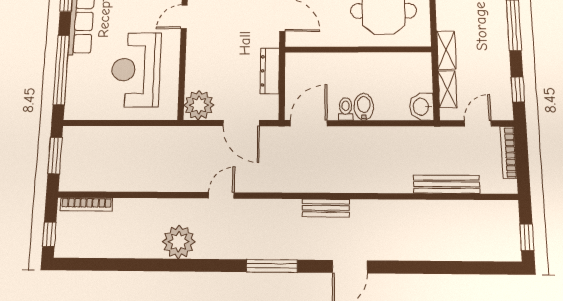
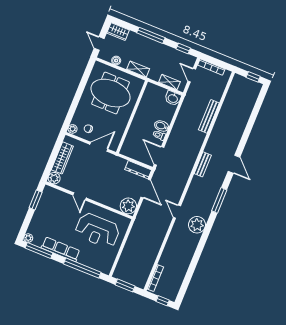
shelving: (446, 50) -> (138, 69), moved
dresser: (270, 71) -> (138, 170), moved
door: (241, 123) -> (146, 189), hinge flipped
bench: (446, 184) -> (209, 116), moved
plant: (179, 242) -> (197, 225), moved

